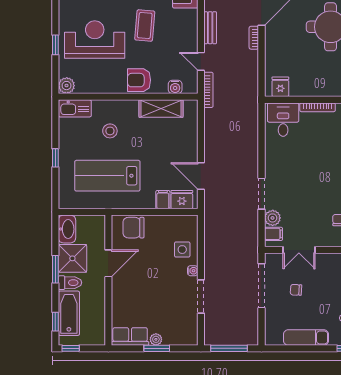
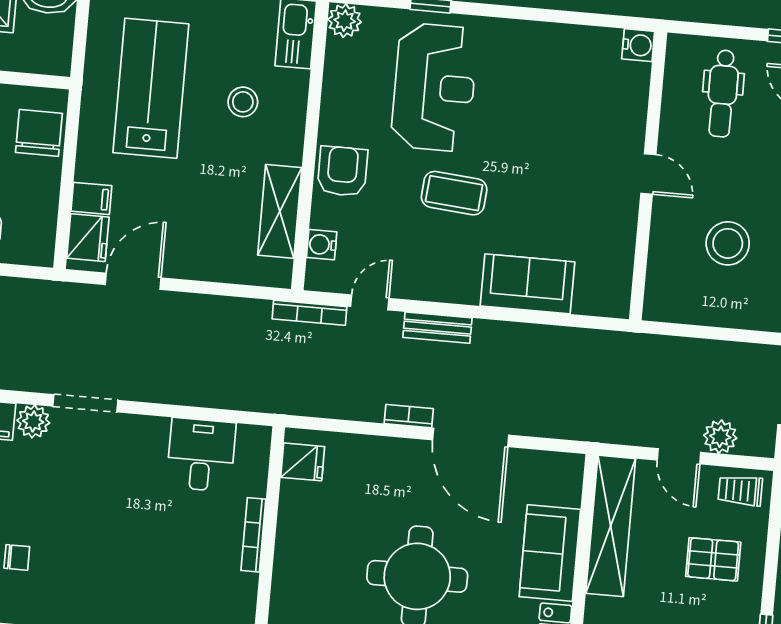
desk: (283, 120) -> (201, 455), moved, turned -90

